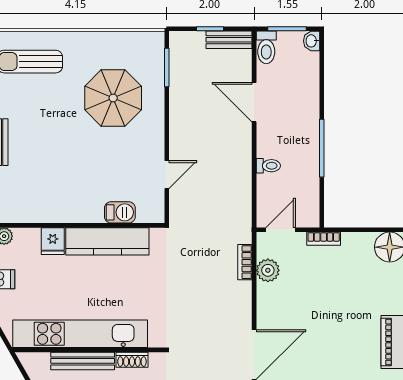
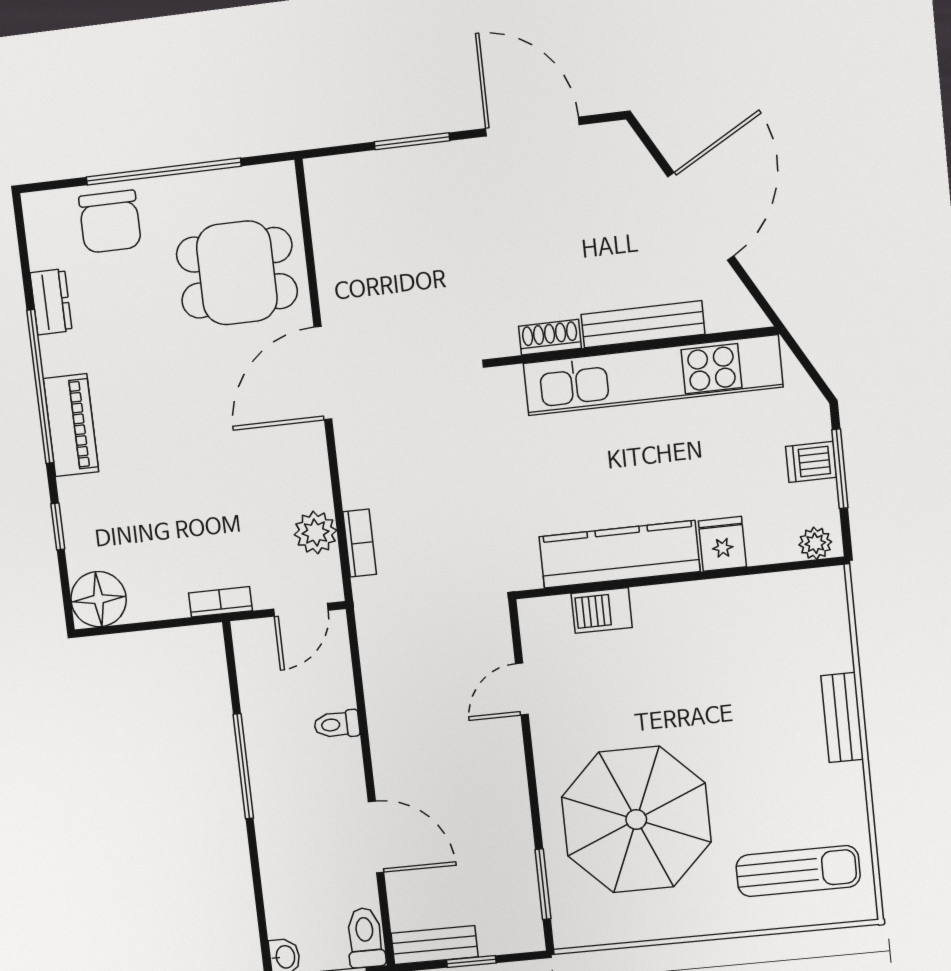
parasol: (113, 98) -> (636, 819), width x1.36, depth x1.36

